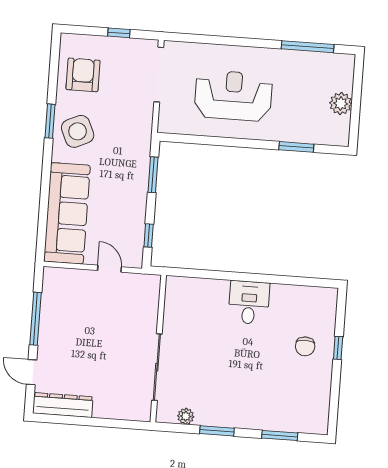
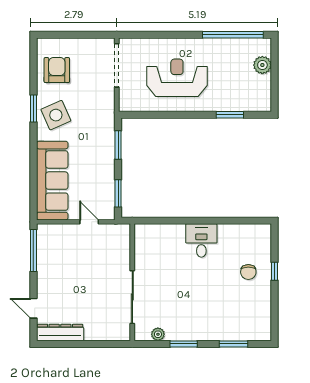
window: (119, 33) -> (83, 35), removed
window: (308, 47) -> (233, 35), width x1.46
plant: (341, 103) -> (262, 65), moved
window: (149, 235) -> (118, 193), width x1.50
window: (36, 319) -> (33, 251), moved

